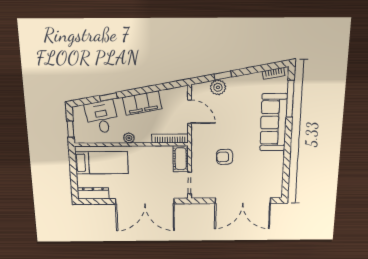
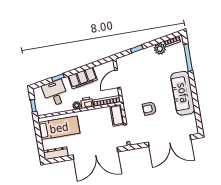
plant: (218, 87) -> (160, 49), moved
door: (189, 112) -> (118, 79), swing flipped
sofa: (274, 122) -> (183, 93), moved
printer: (143, 136) -> (87, 103), added

